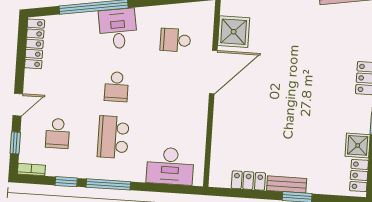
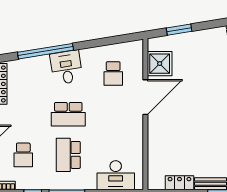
school desk: (175, 40) -> (113, 73), turned -90
school desk: (116, 87) -> (68, 114), width x1.85

